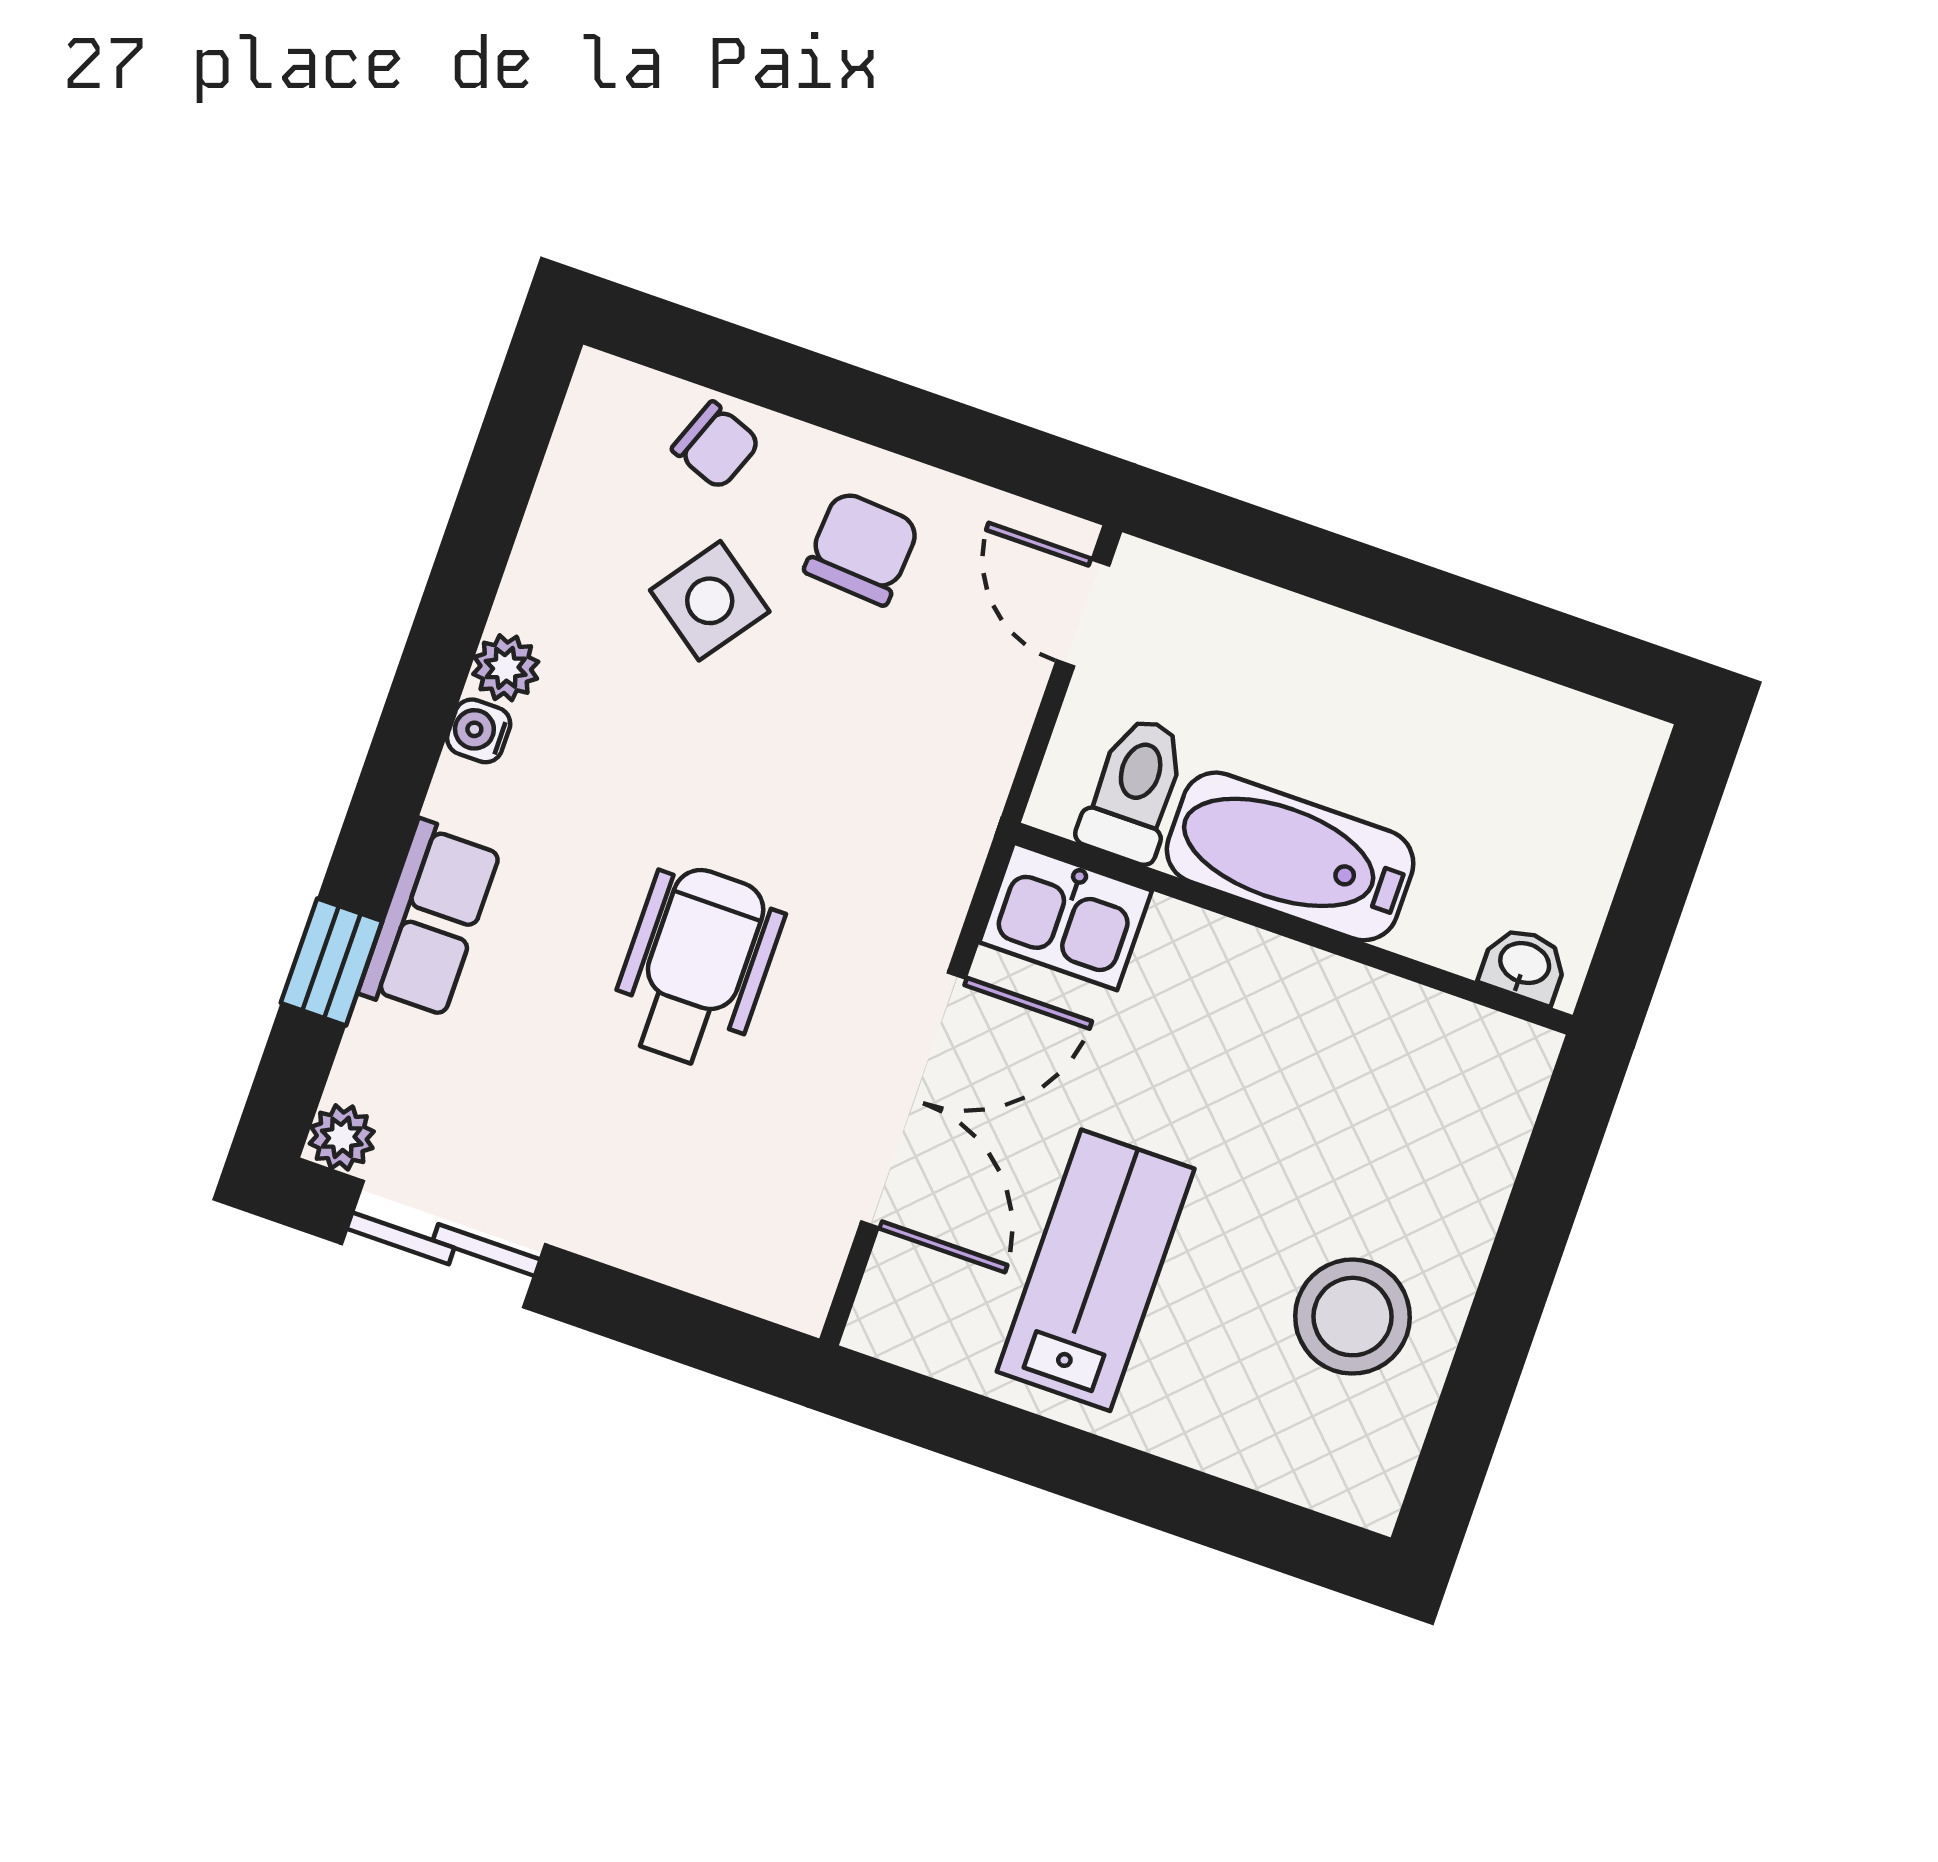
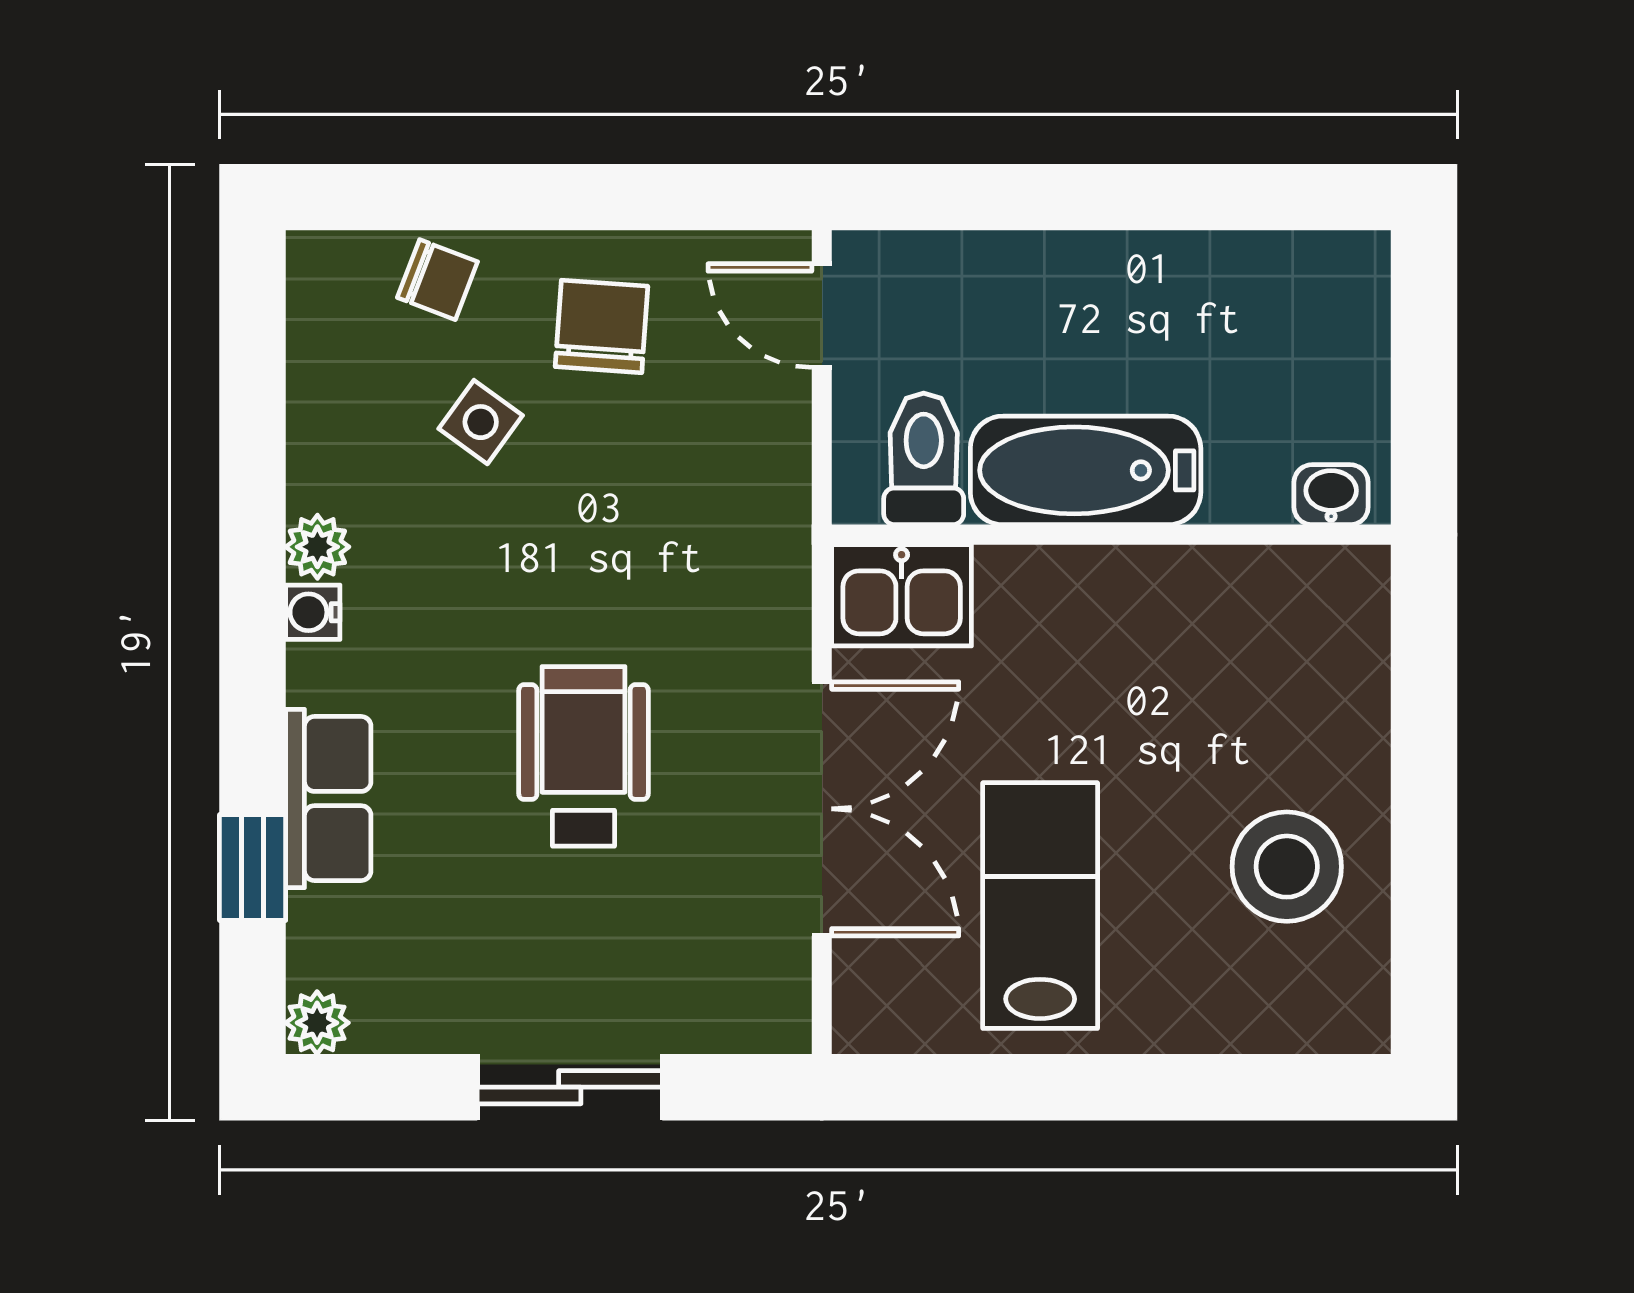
side table: (710, 601) -> (481, 422), width x0.73, depth x0.73
sliding door: (443, 1244) -> (570, 1087), moved

